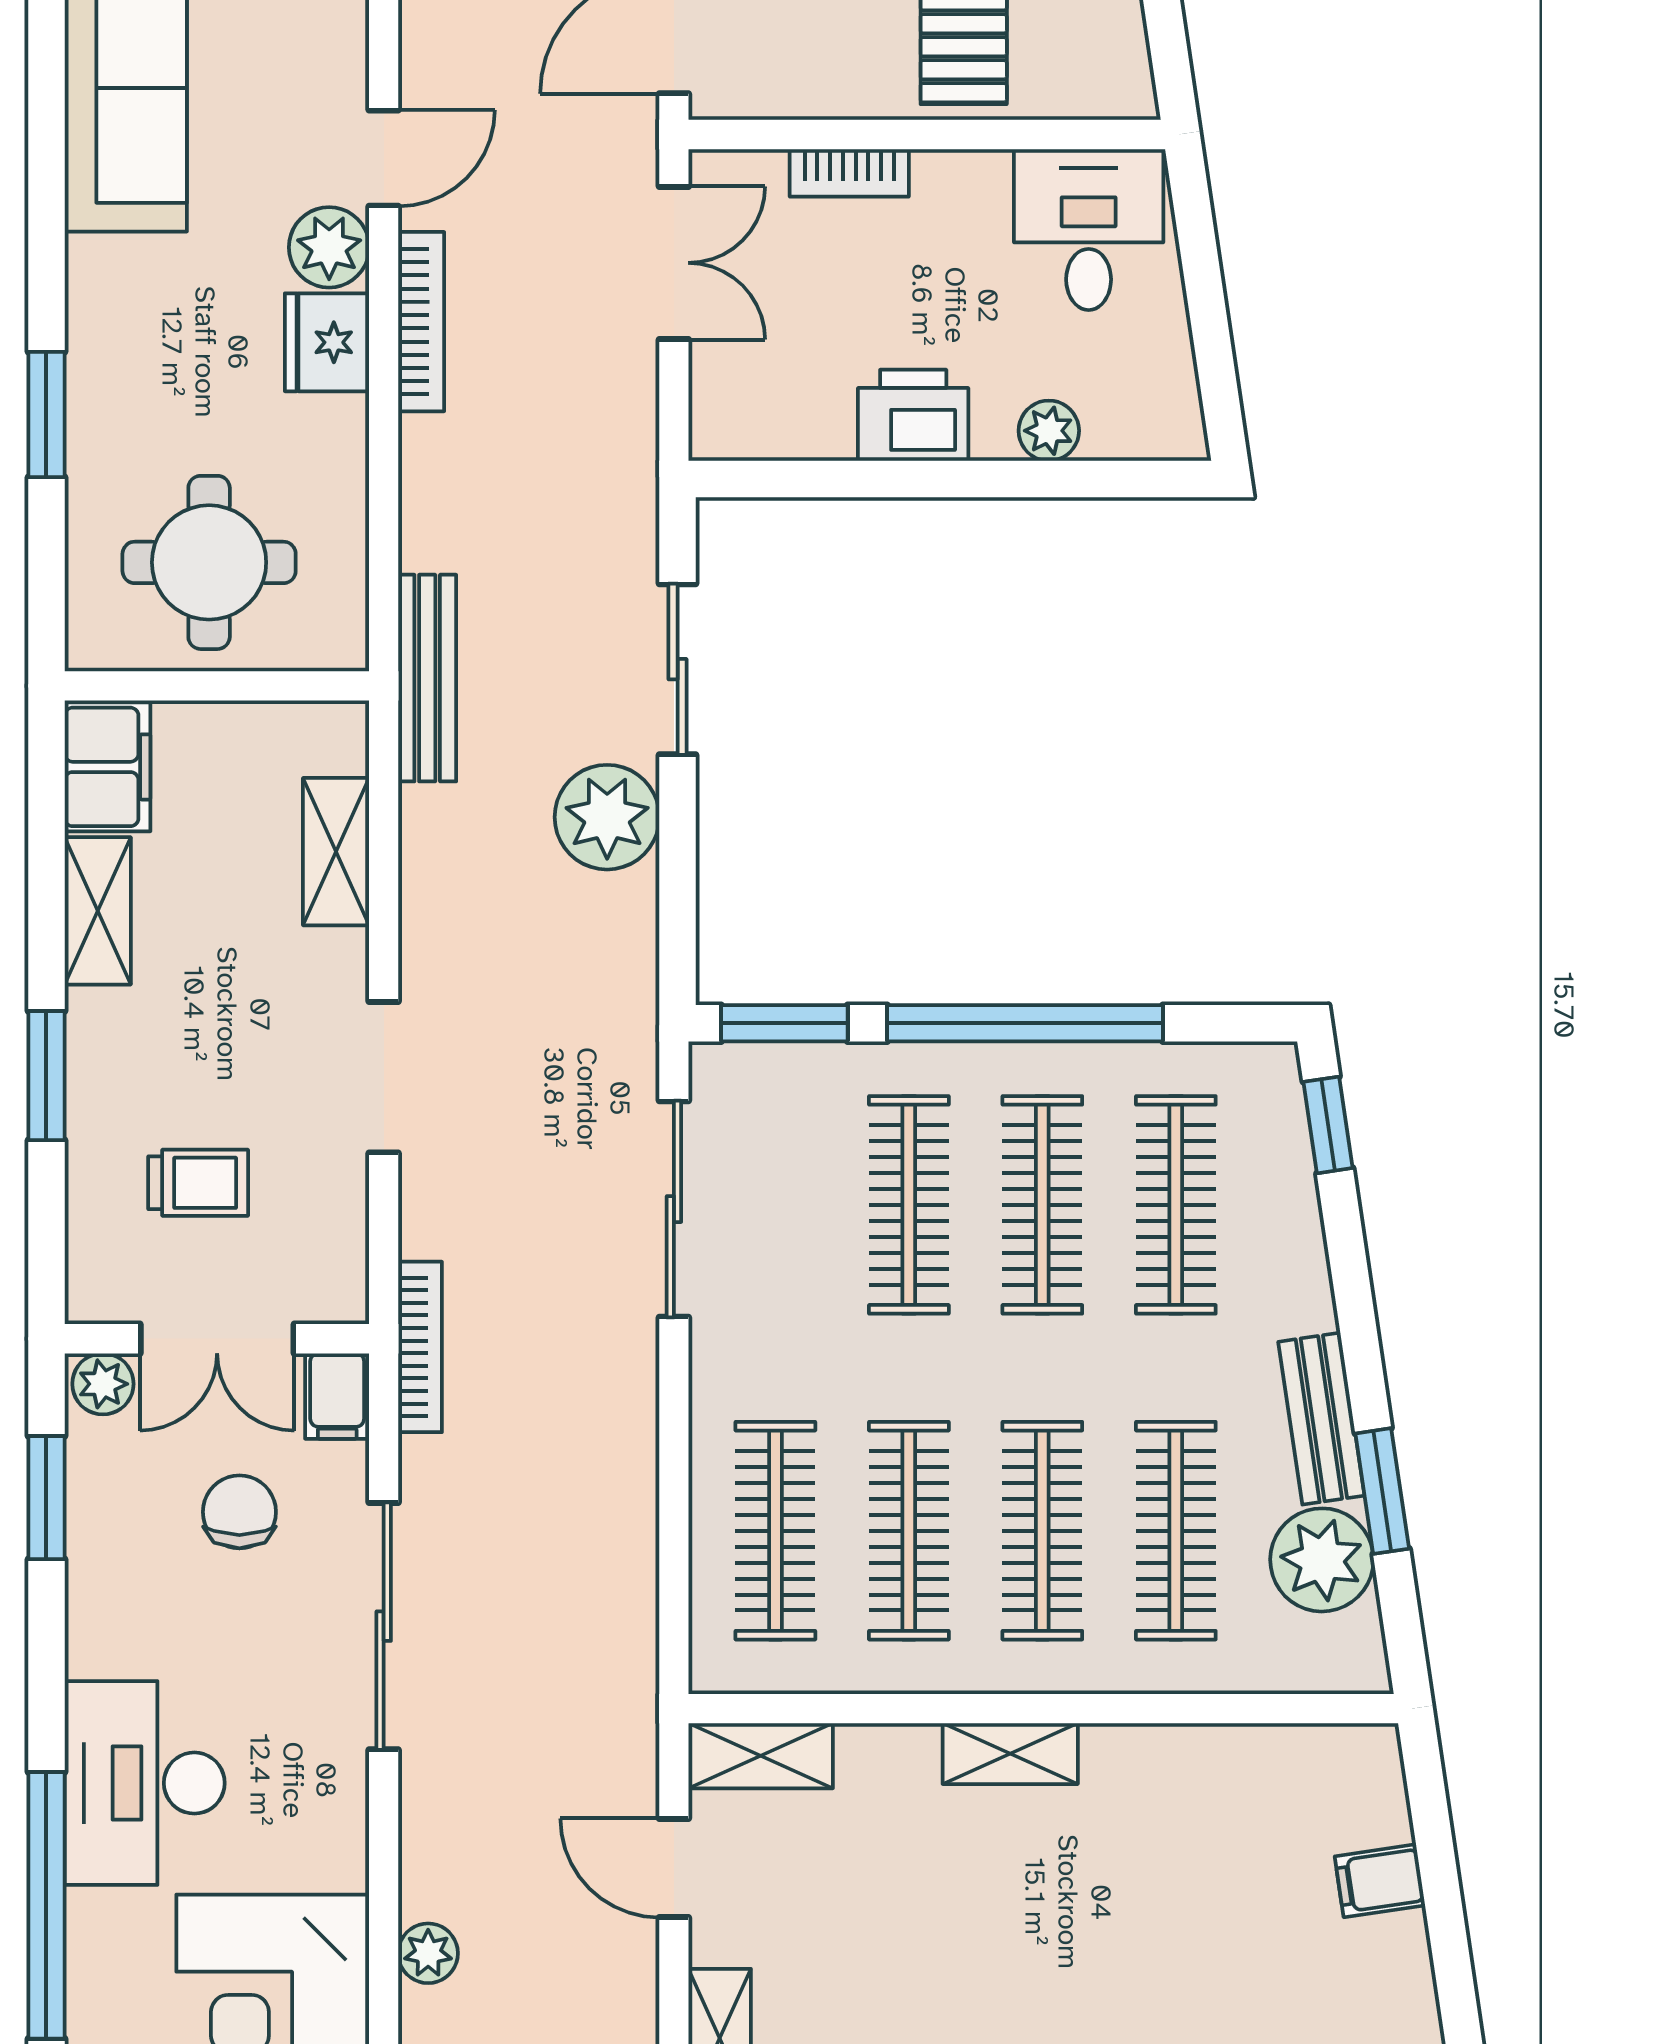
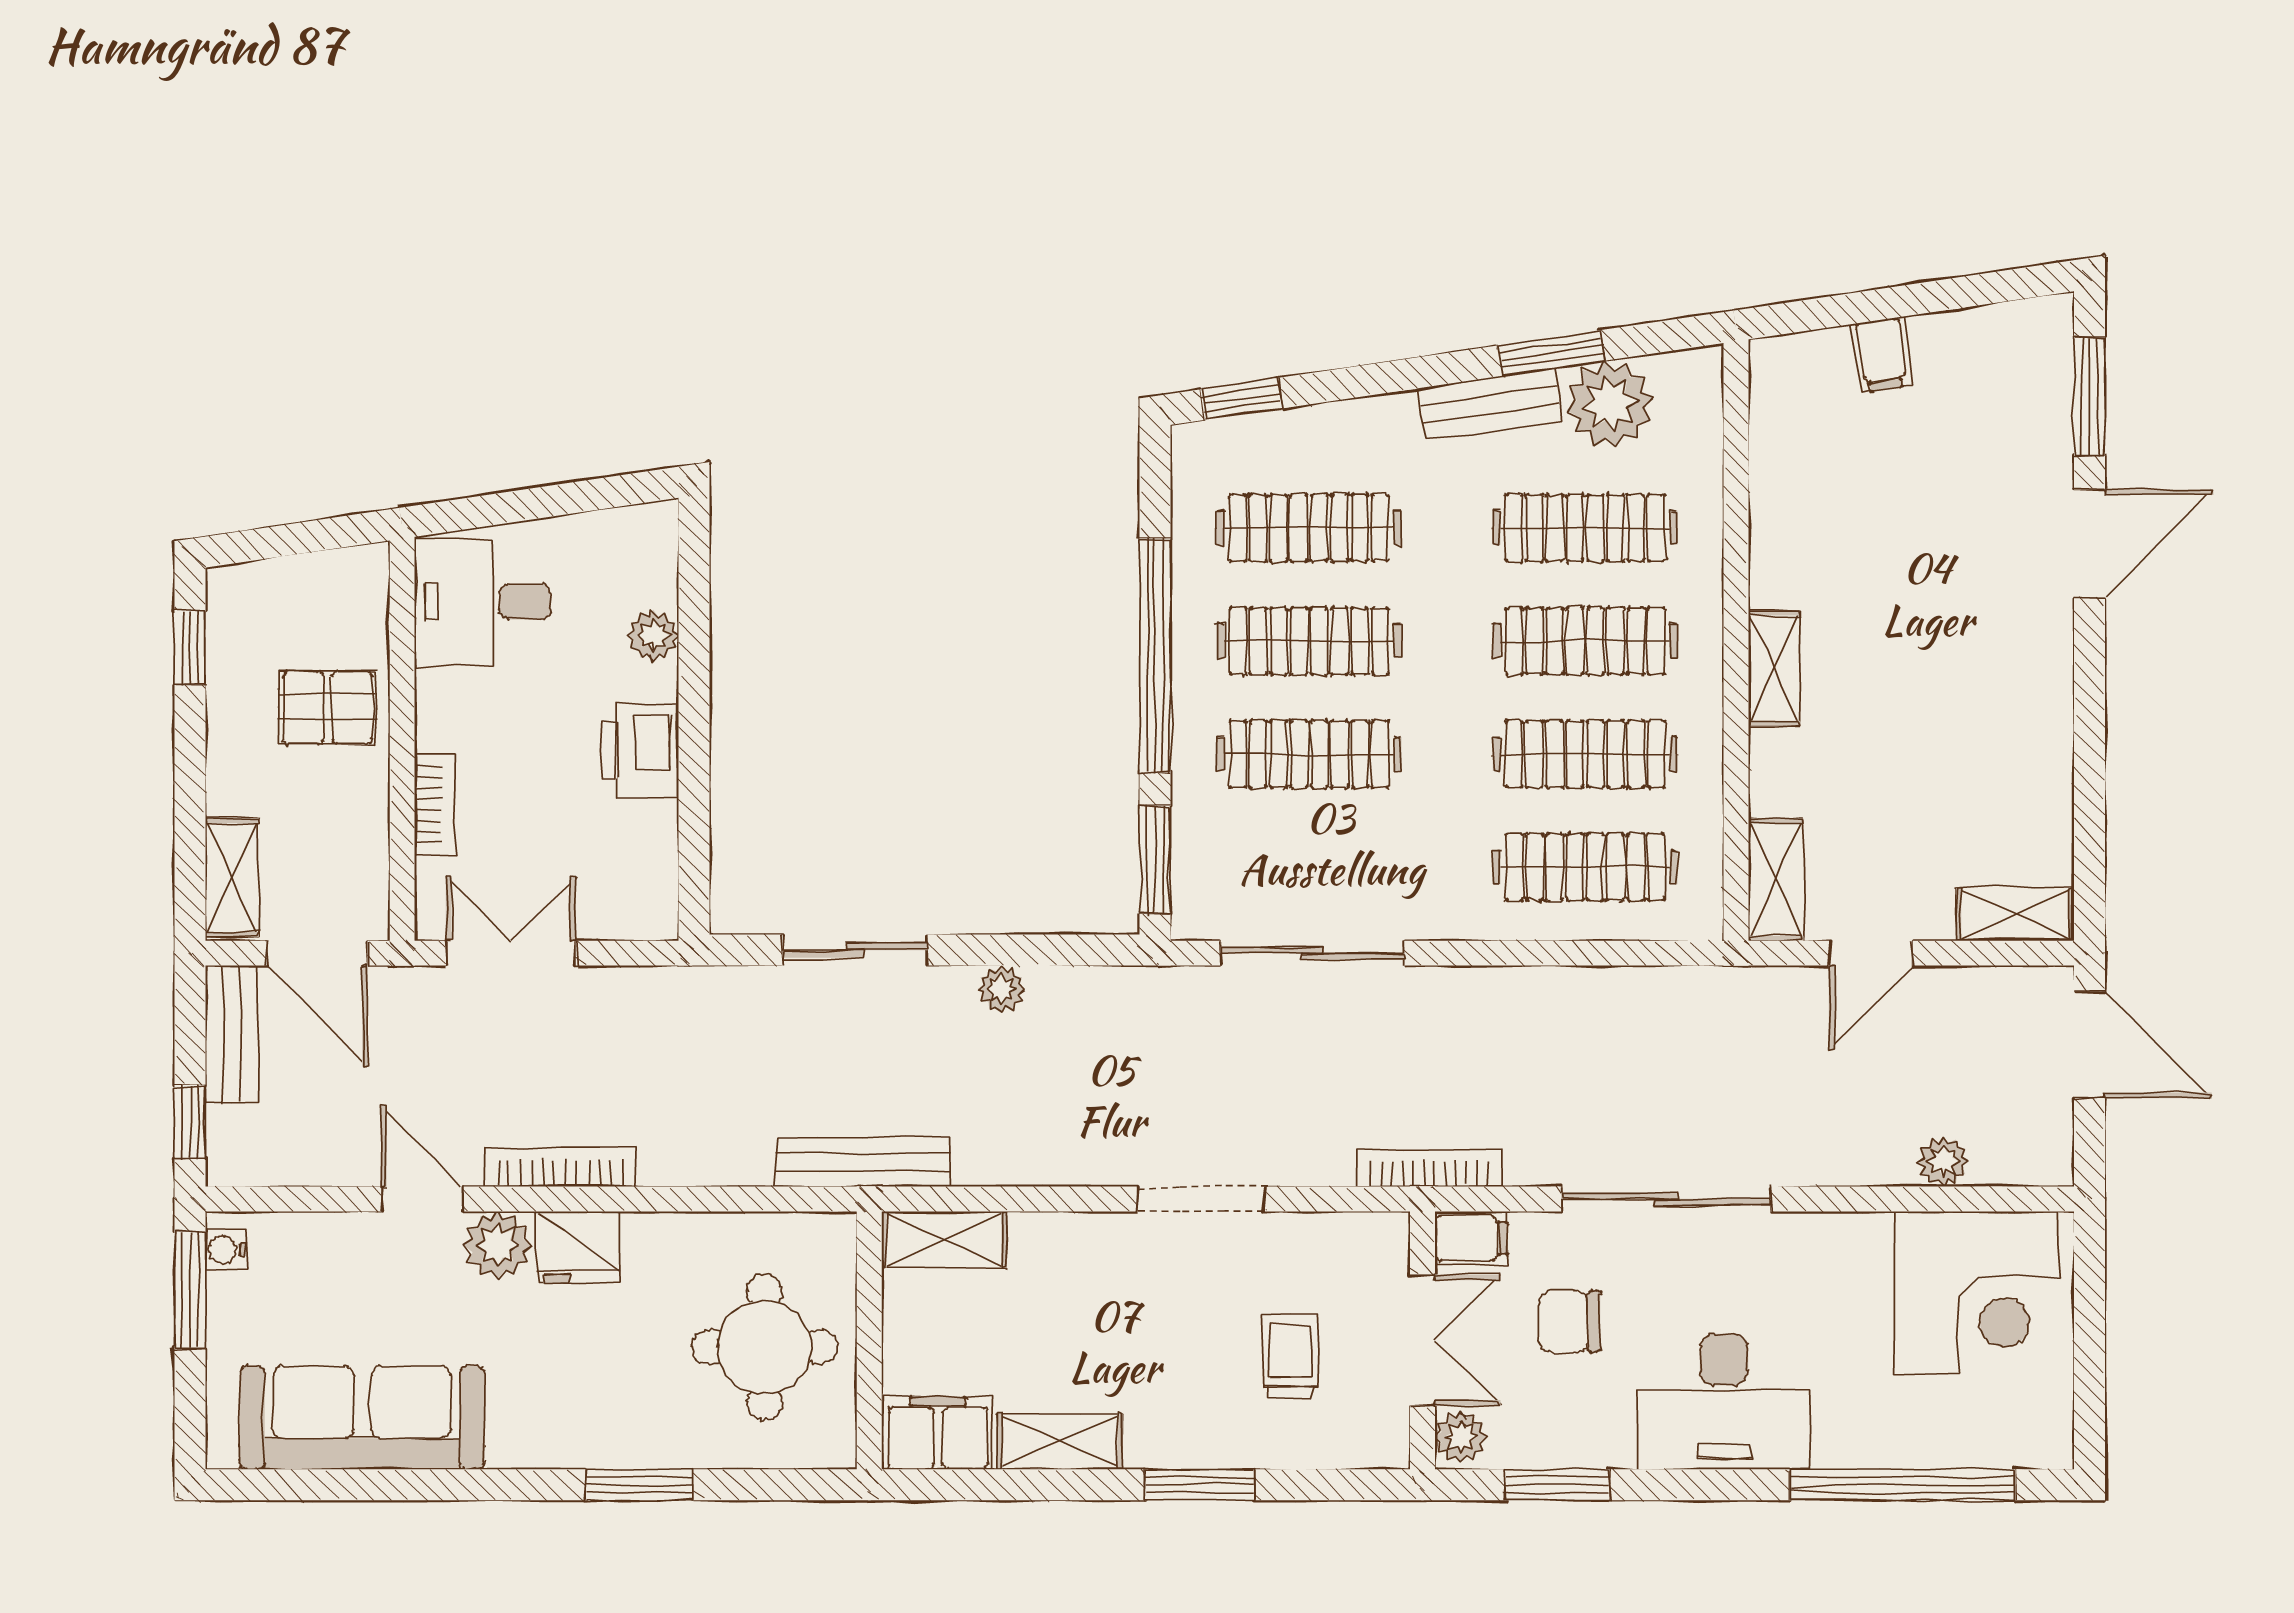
plant: (607, 817) -> (1001, 989), width x0.53, depth x0.53
shelving: (336, 852) -> (944, 1239), moved
desk: (145, 1783) -> (1724, 1402), moved

